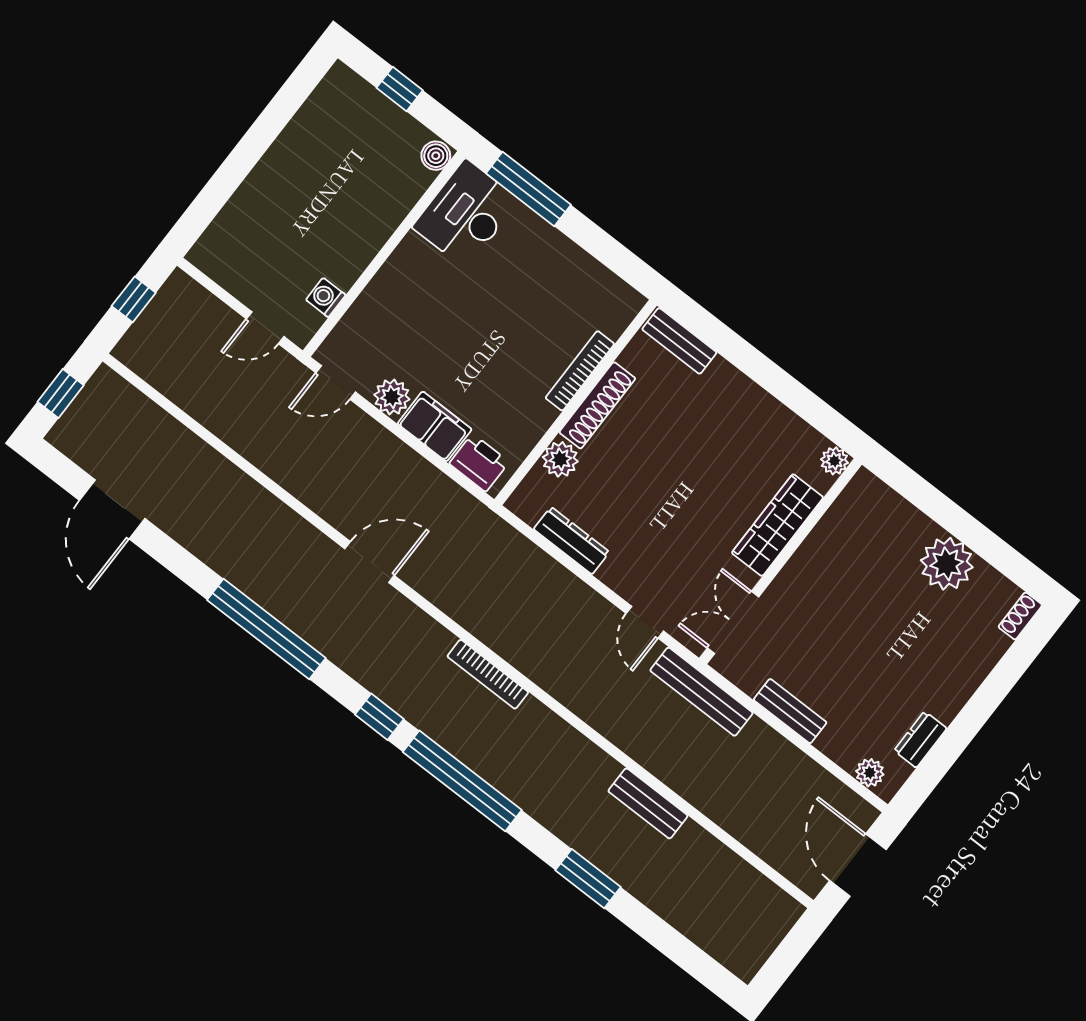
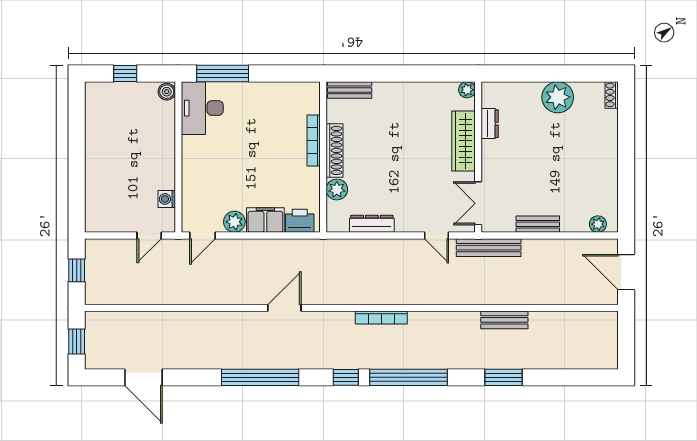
dresser: (920, 739) -> (490, 124), moved, turned 180

